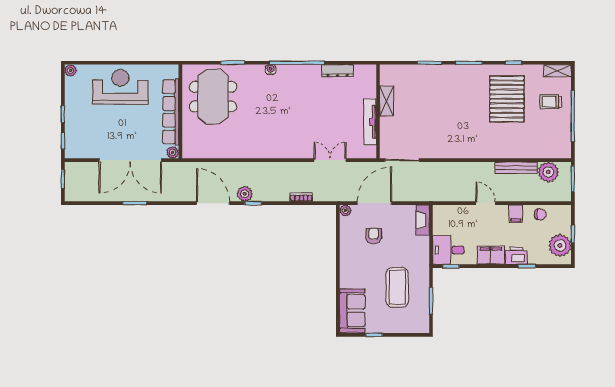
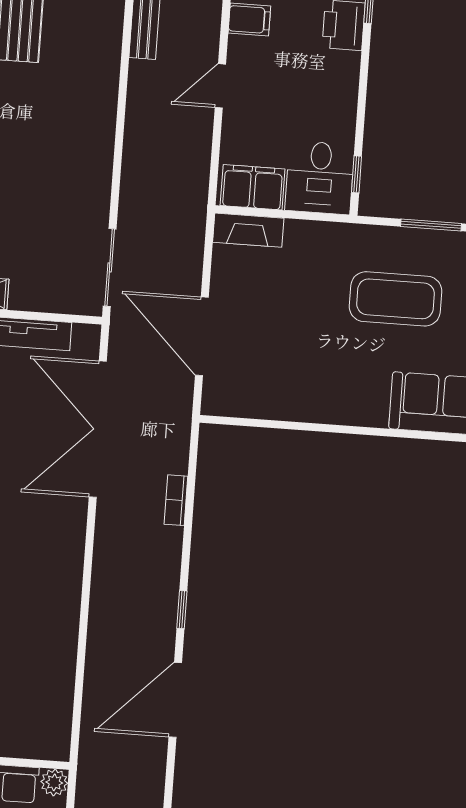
double door: (330, 160) -> (98, 429), width x1.87
plant: (245, 194) -> (159, 627), removed
plant: (345, 211) -> (214, 403), removed
armchair: (374, 236) -> (275, 343), removed
filing cabinet: (491, 255) -> (253, 187), moved, turned 90

